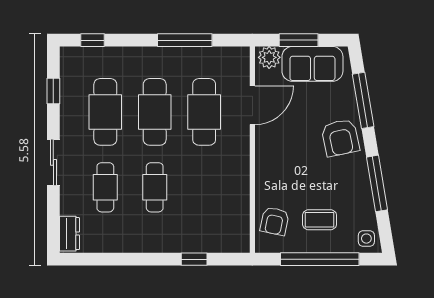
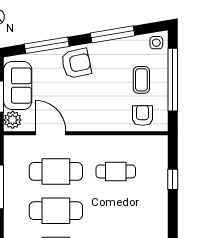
cafe table: (155, 187) -> (116, 171), moved
armchair: (275, 221) -> (143, 116), turned -102

